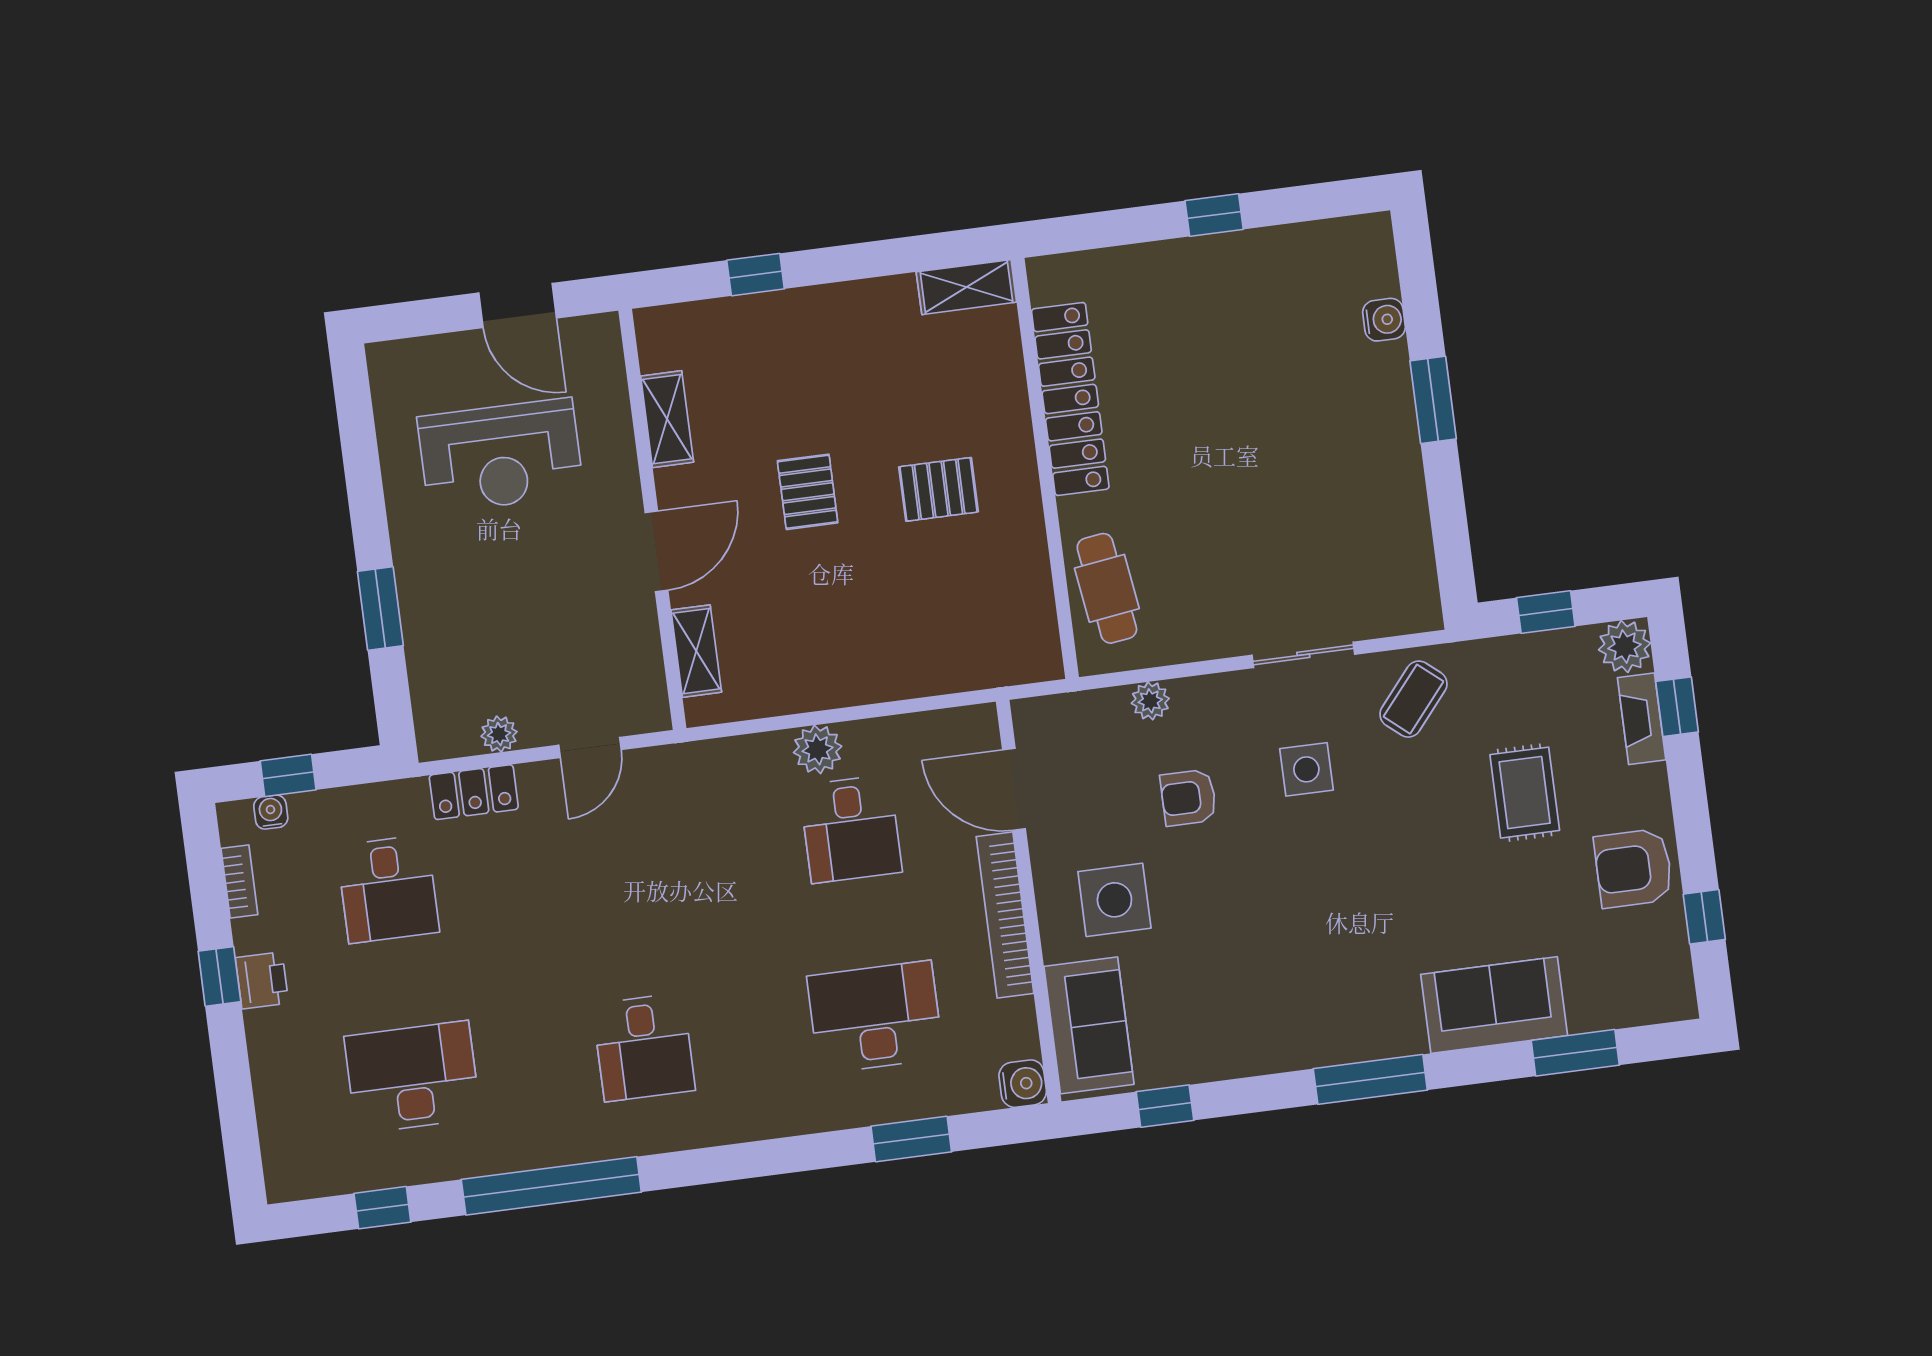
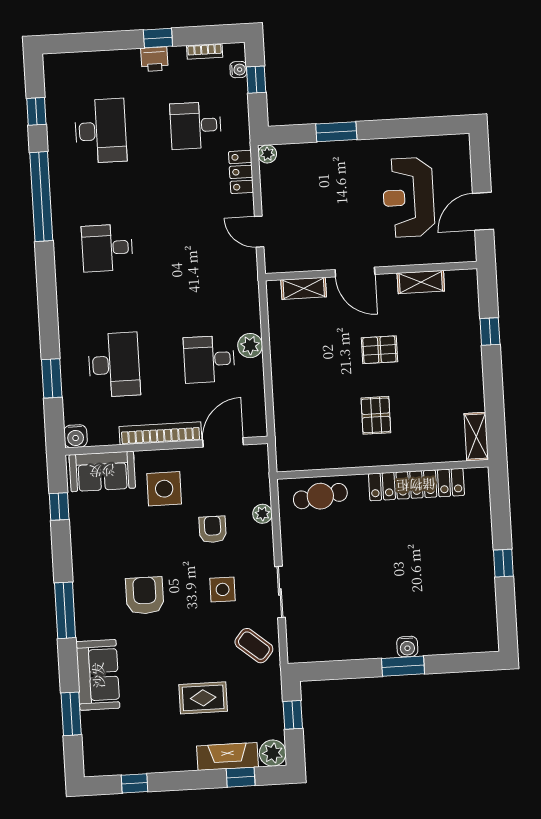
water cooler: (1384, 320) -> (407, 647), moved
fireplace: (1642, 719) -> (228, 756), width x1.37, depth x1.32
plant: (499, 734) -> (267, 154), moved
armchair: (1634, 868) -> (145, 596), moved

